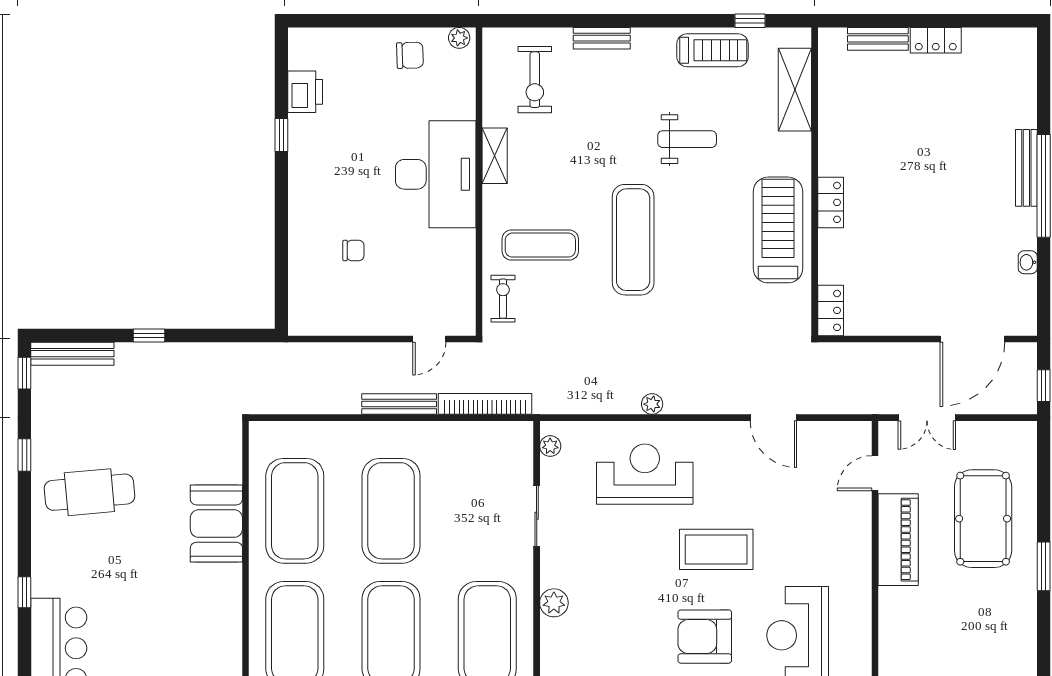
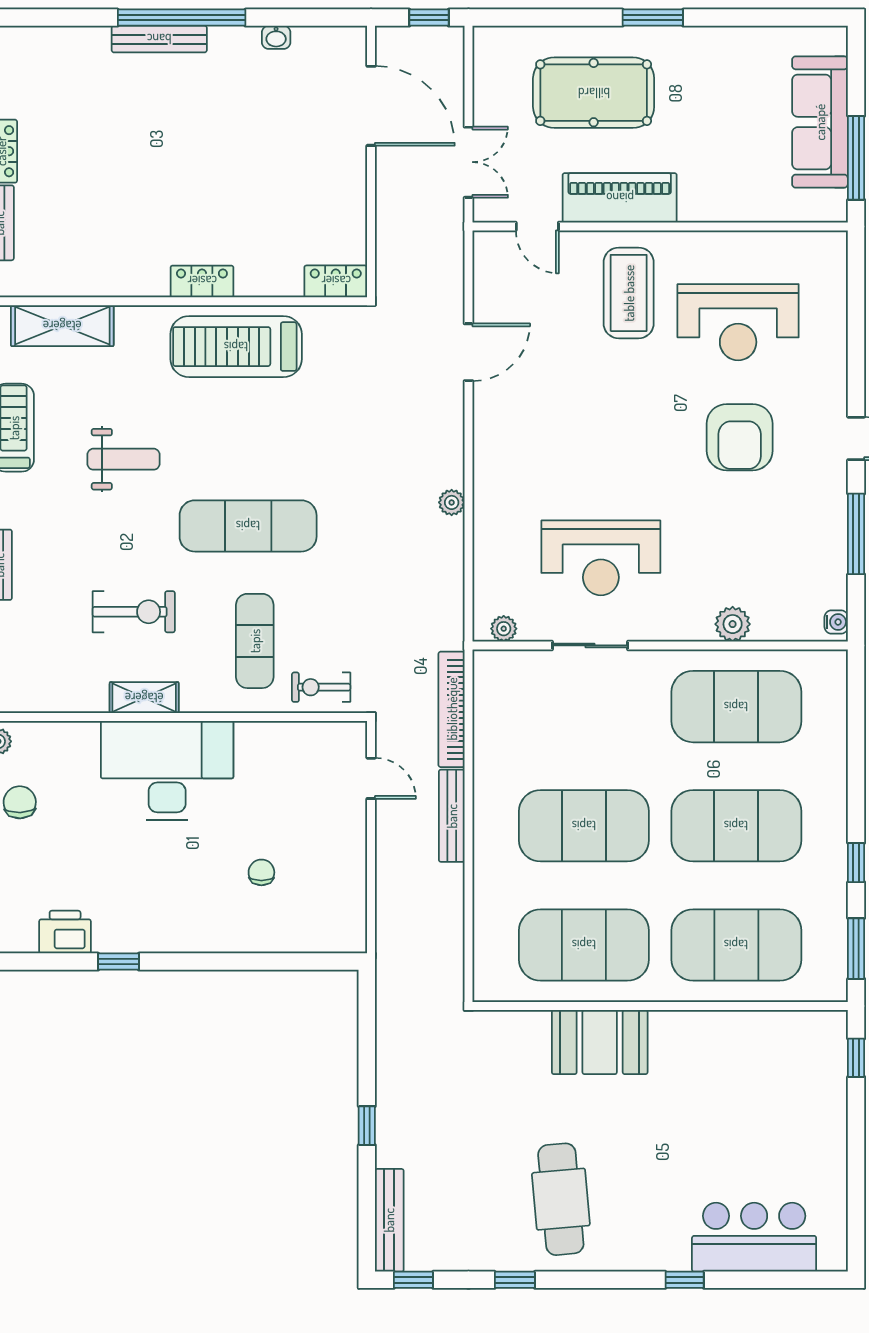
exercise bike: (535, 80) -> (134, 612), moved
weight bench: (687, 139) -> (123, 459), turned 90
reception desk: (645, 474) -> (601, 558), moved, turned -90
coffee table: (716, 549) -> (629, 293), moved
plant: (554, 603) -> (733, 624), moved

